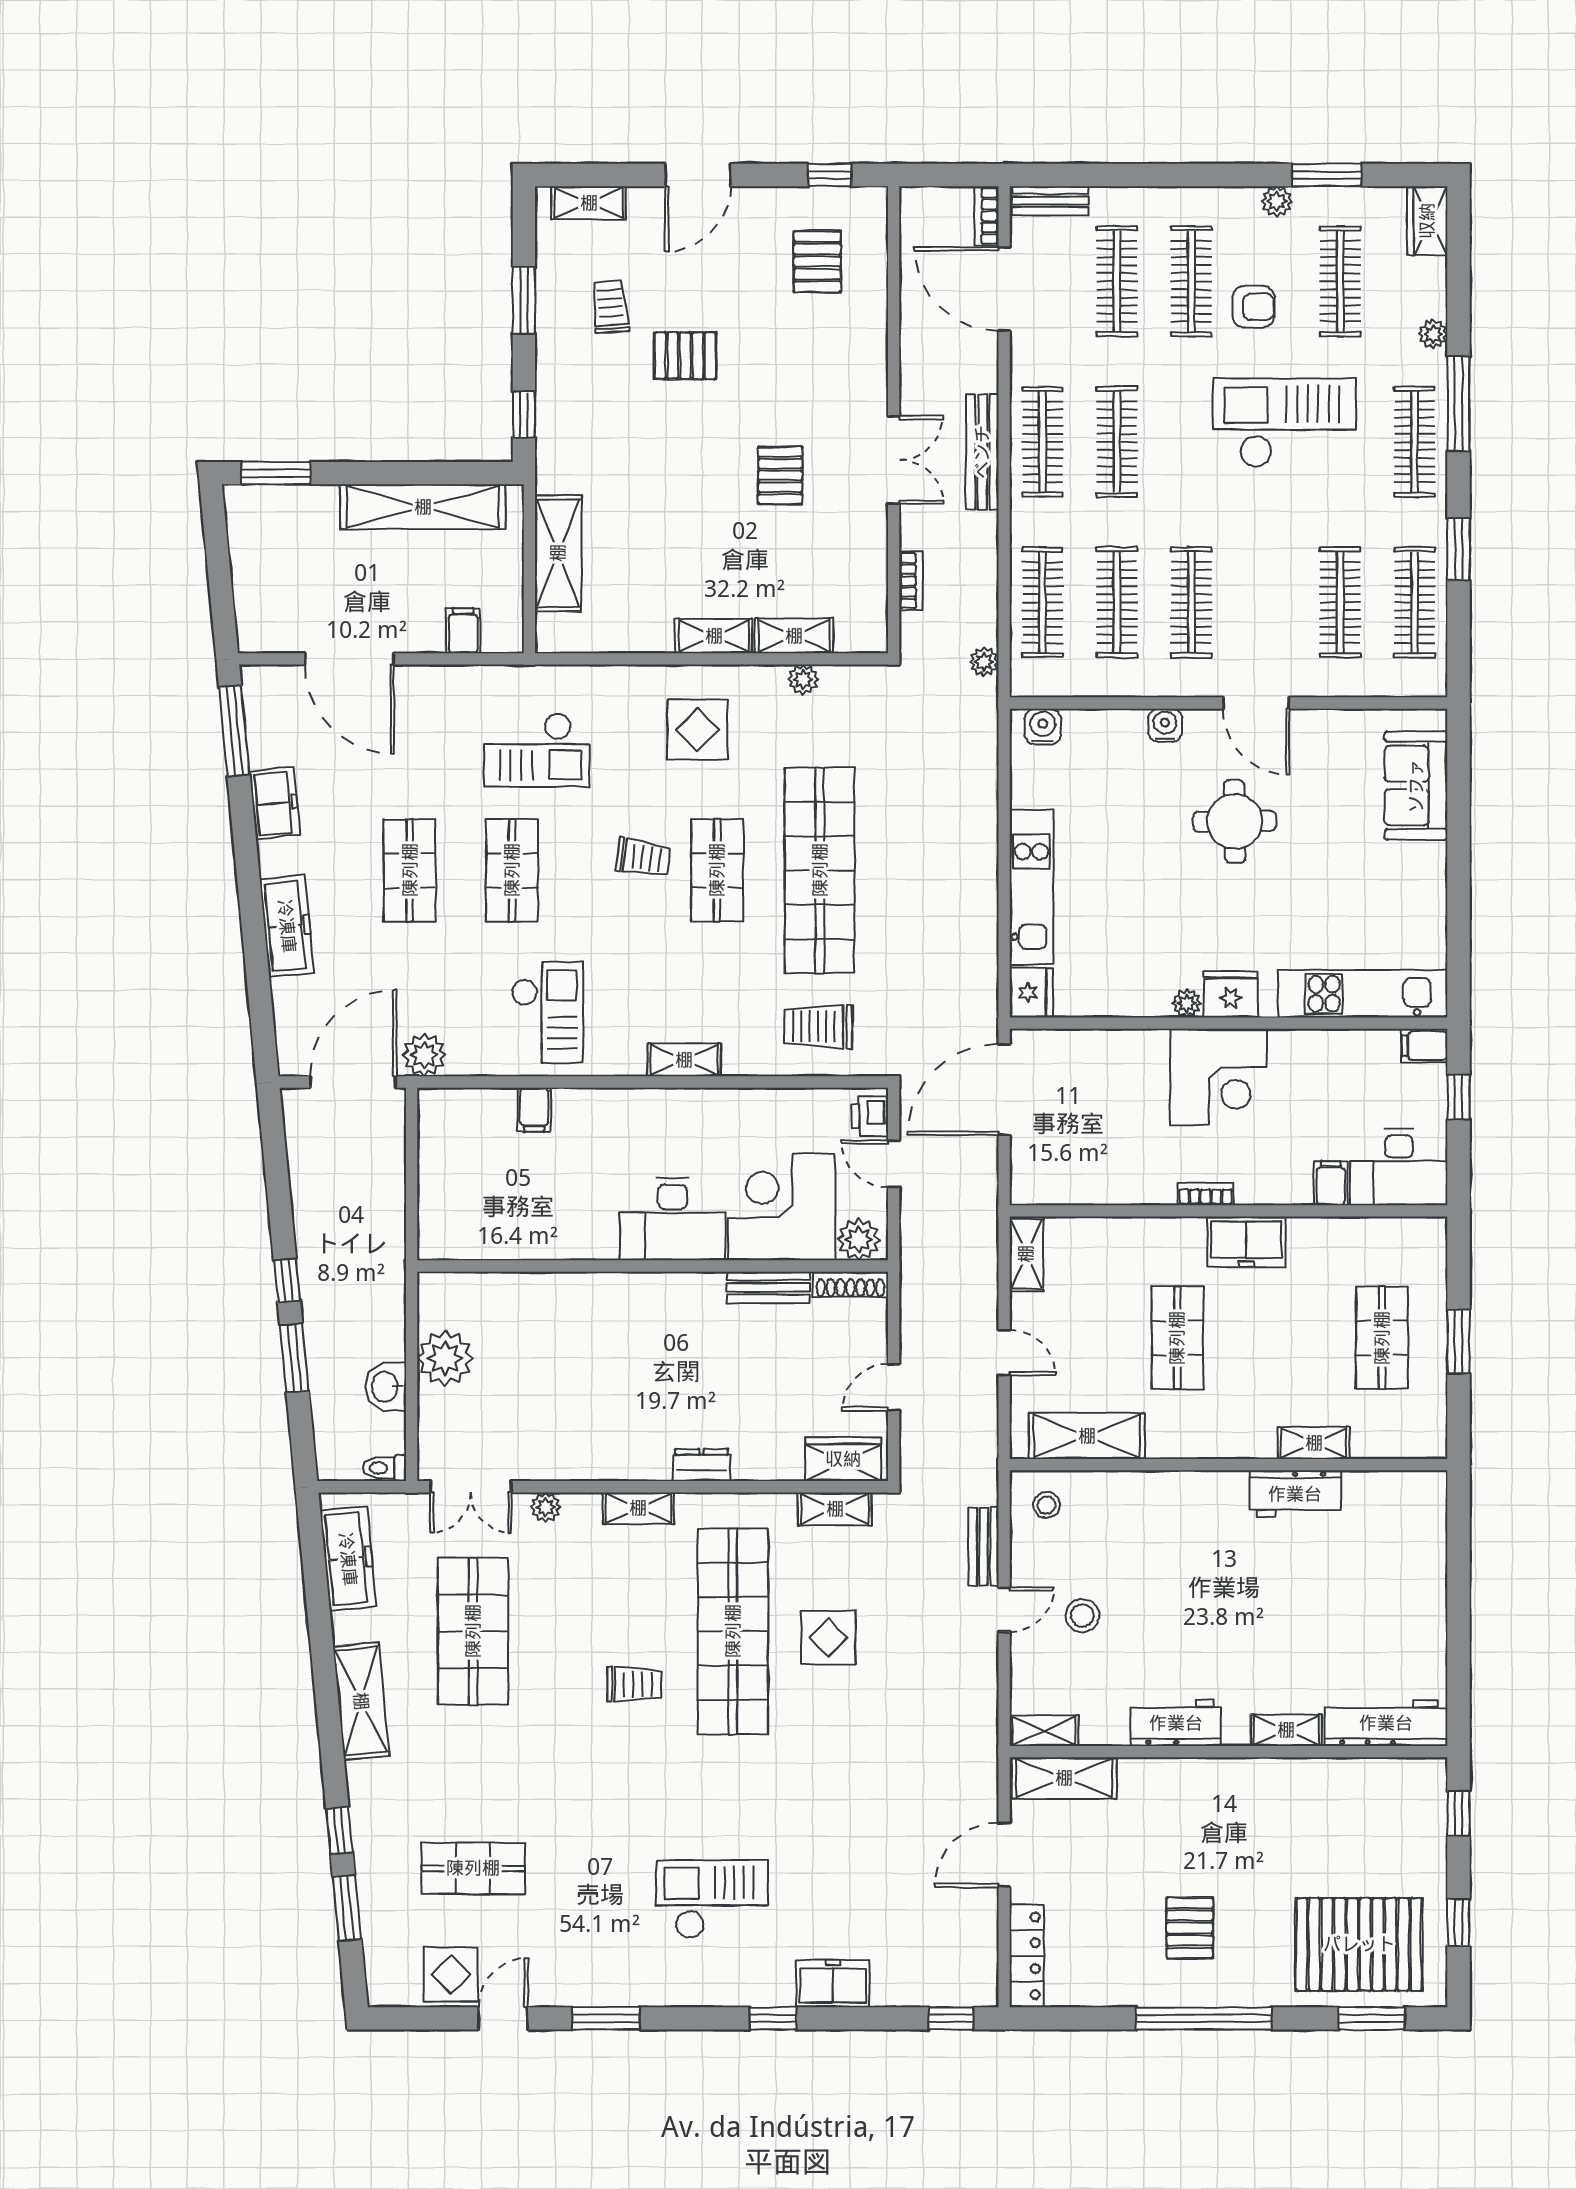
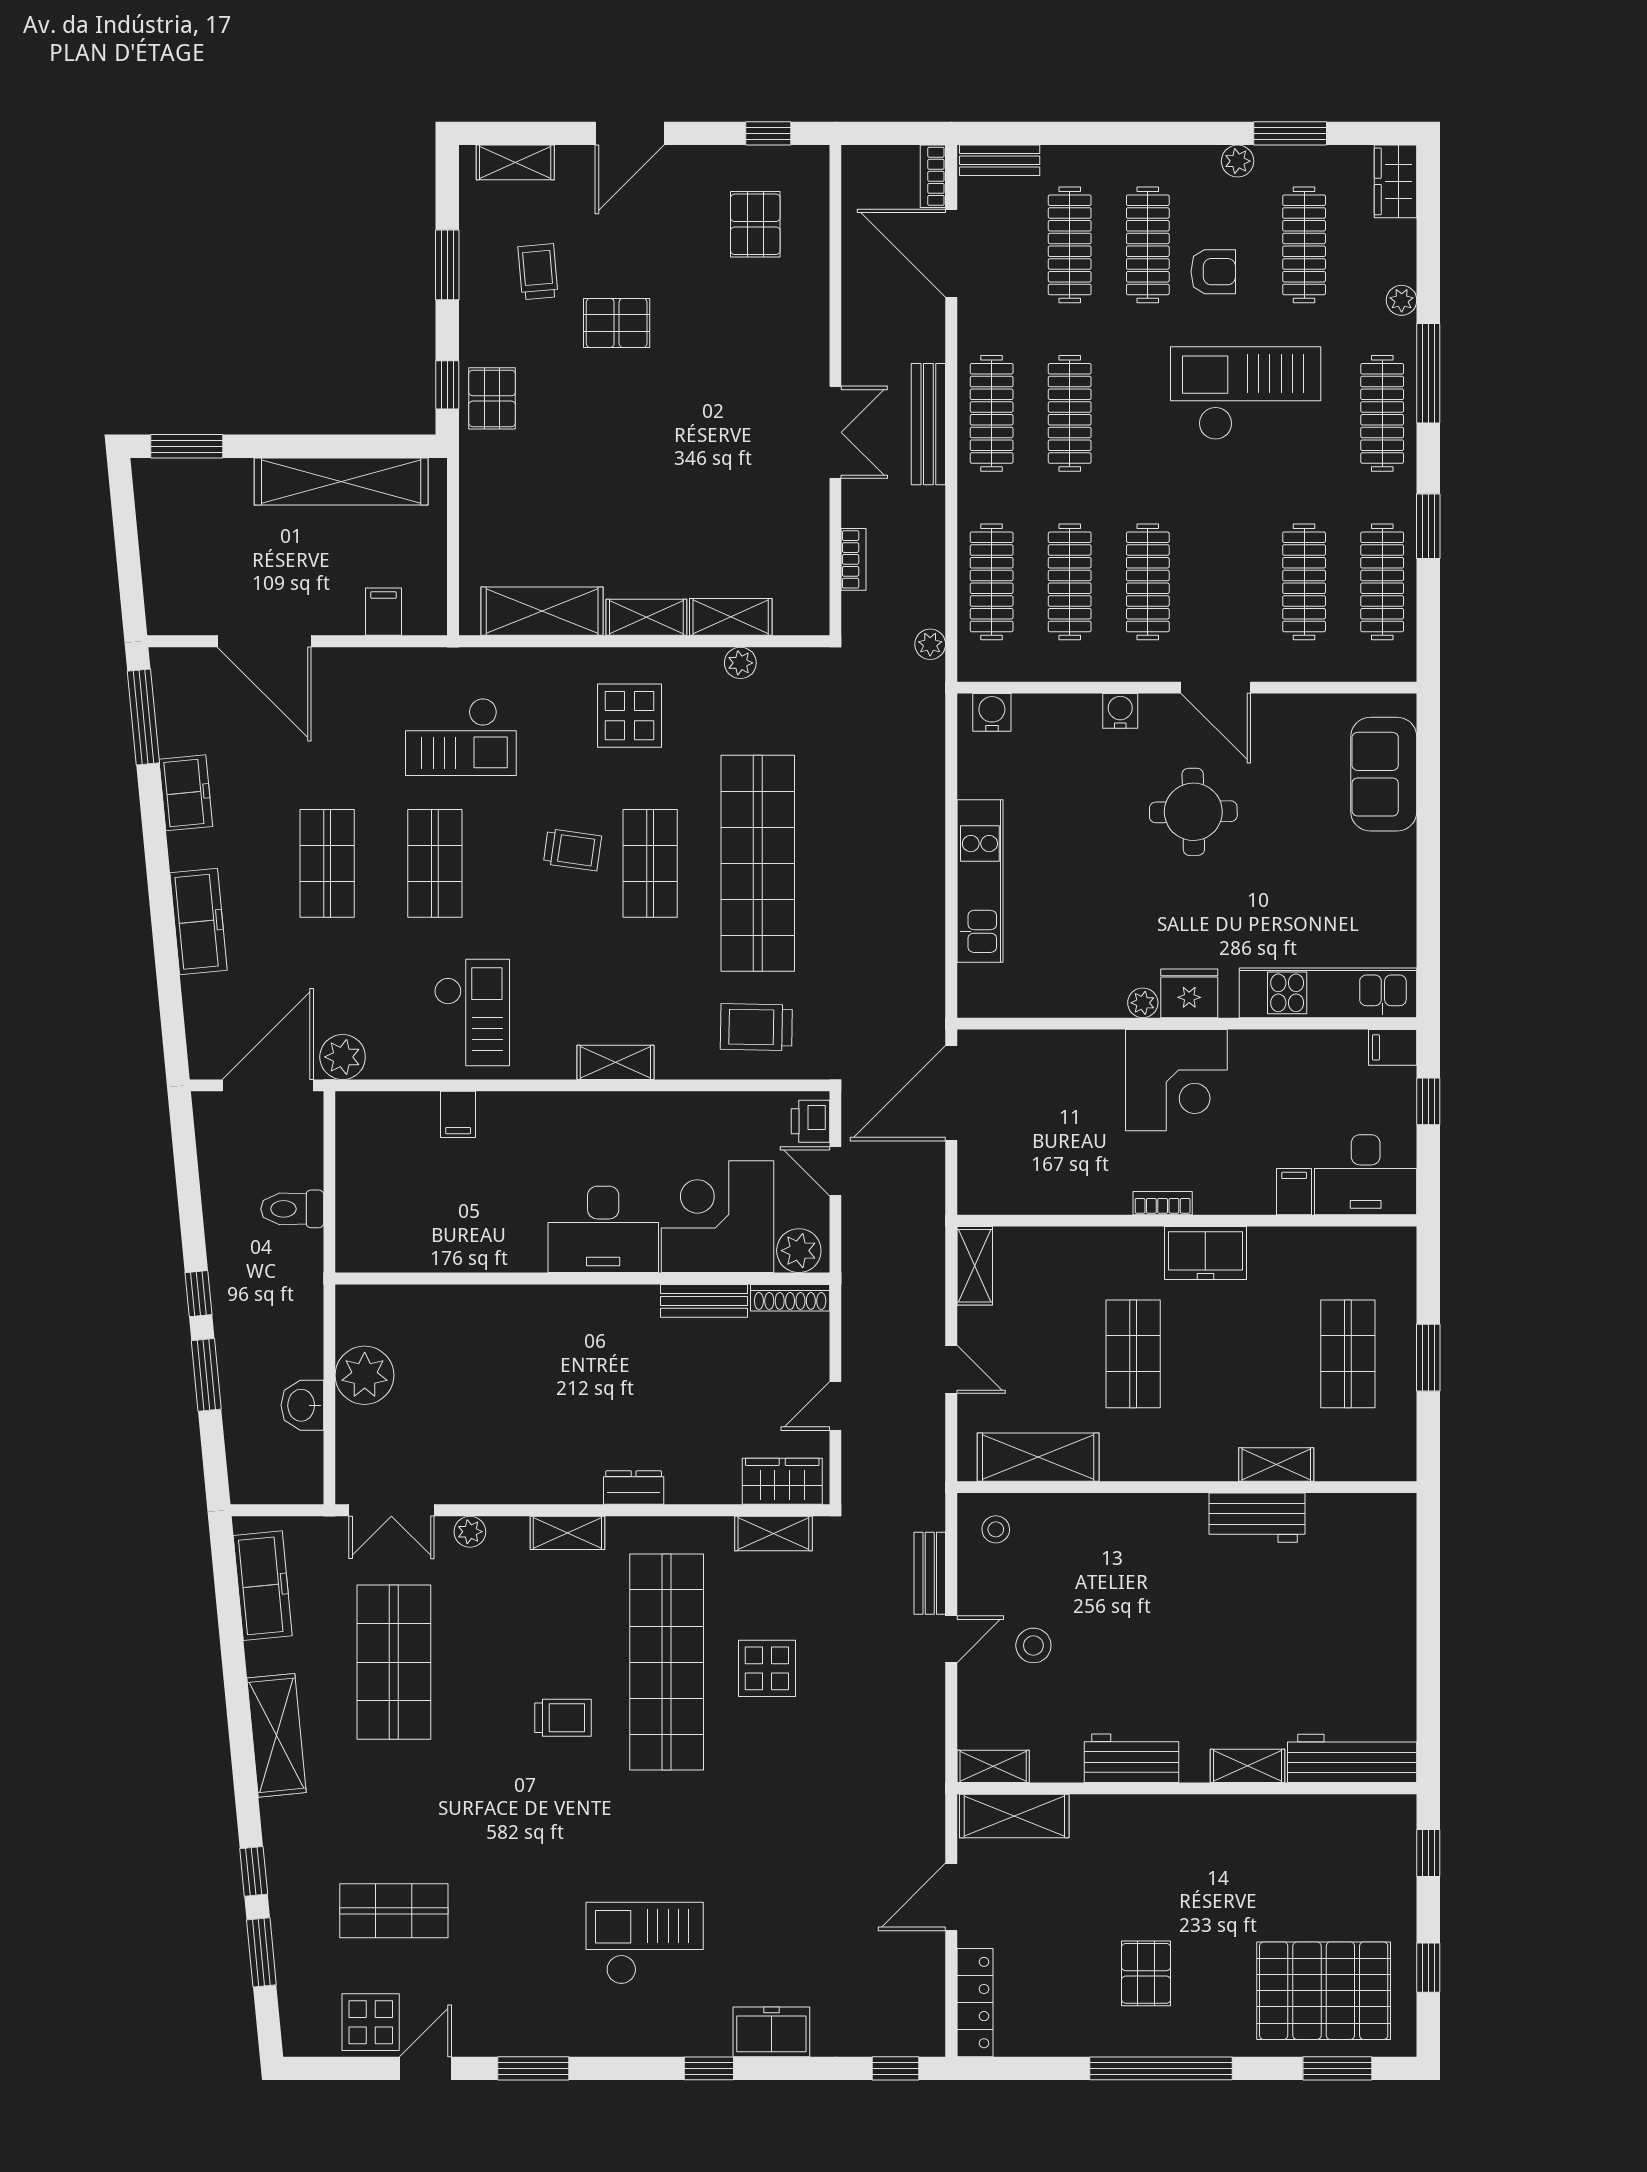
pallet: (780, 475) -> (492, 398), moved
shelving: (558, 553) -> (542, 611), moved, turned 90
fridge: (1031, 993) -> (980, 992), removed
toilet: (385, 1468) -> (292, 1209), moved, width x1.37, depth x1.39

